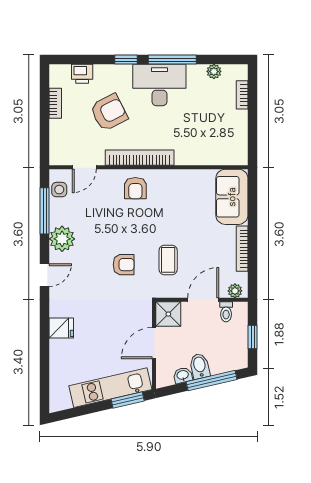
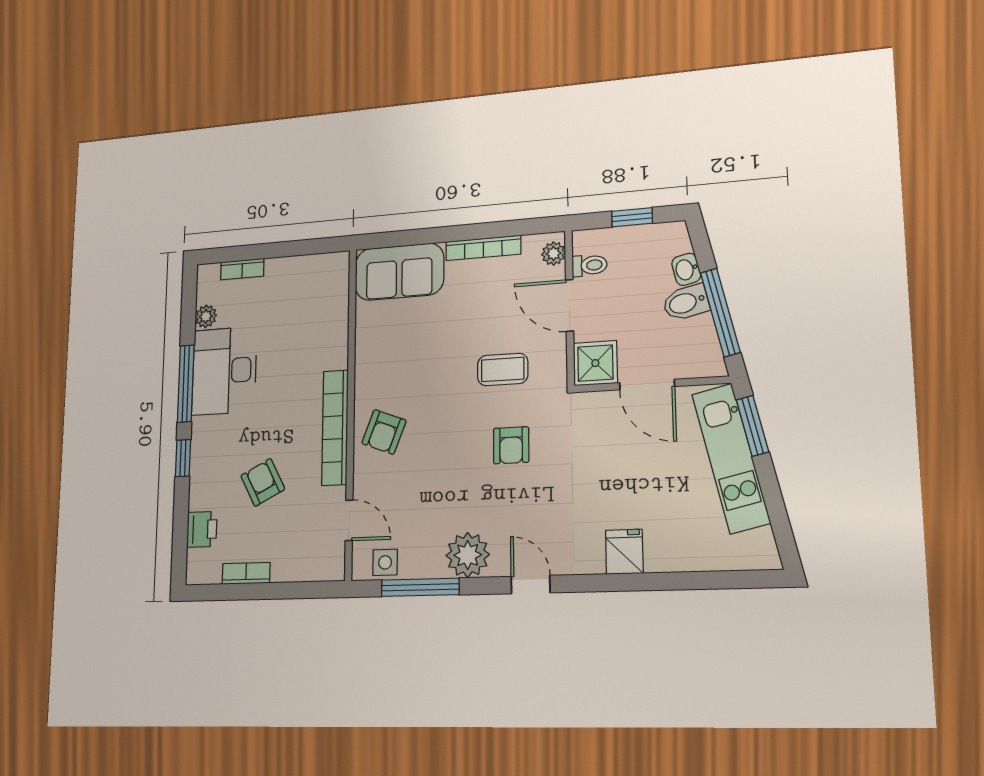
desk: (159, 85) -> (224, 371), moved
armchair: (109, 112) -> (263, 482), width x0.72, depth x0.72
armchair: (135, 188) -> (384, 432), turned 111
armchair: (124, 265) -> (511, 445), turned 180
washbasin: (183, 375) -> (686, 269), moved
window: (212, 381) -> (720, 312), moved

